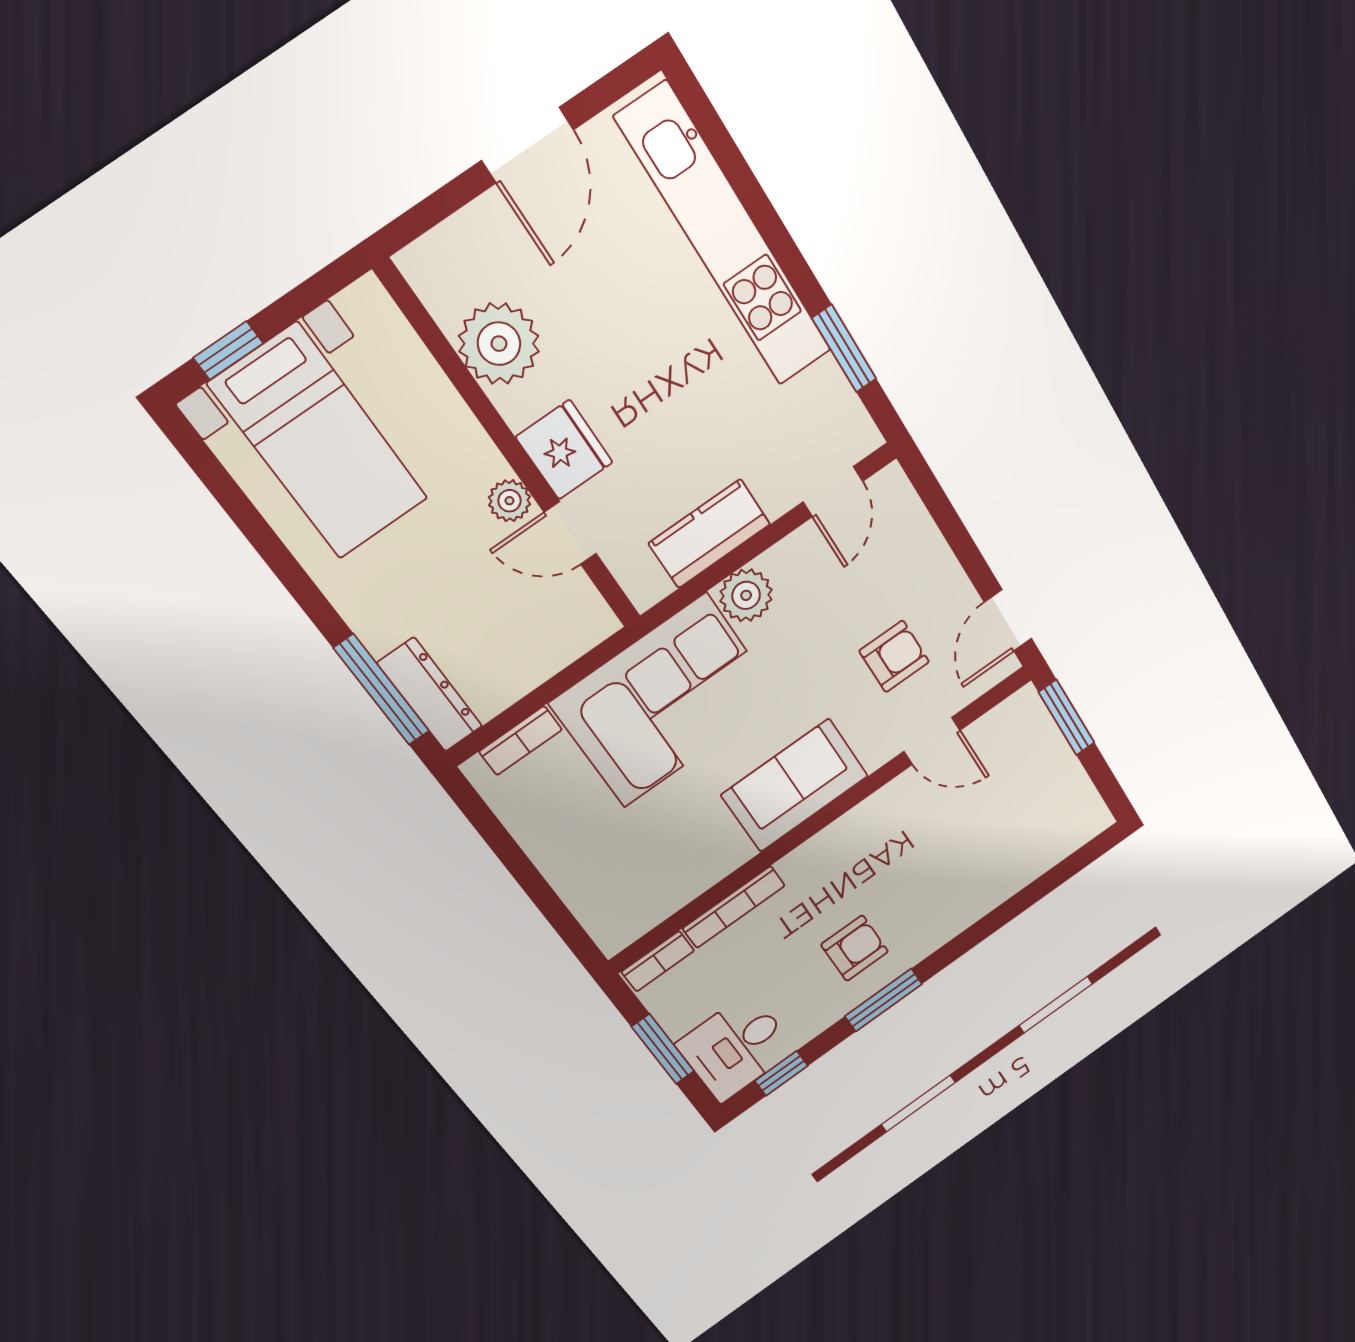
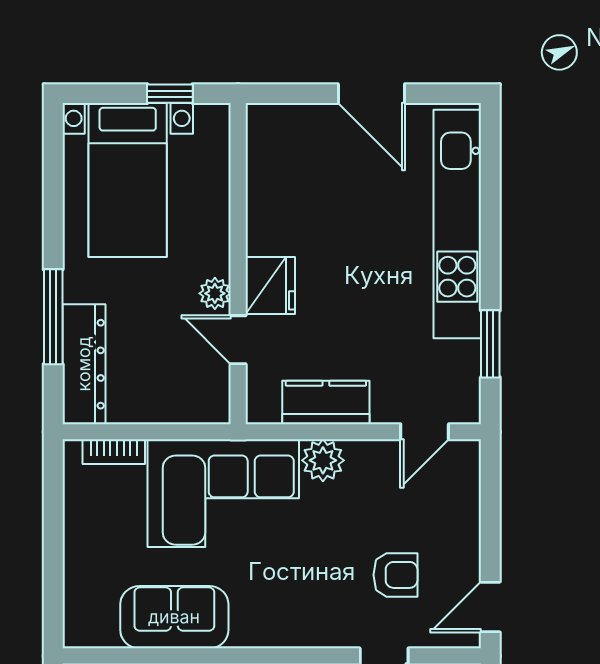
door: (528, 145) -> (371, 94), hinge flipped
plant: (499, 344) -> (275, 195), removed
window: (228, 350) -> (170, 94), moved
window: (382, 690) -> (53, 317), moved
dresser: (430, 695) -> (84, 364), width x1.37, depth x1.24
sofa: (795, 785) -> (174, 617), moved

